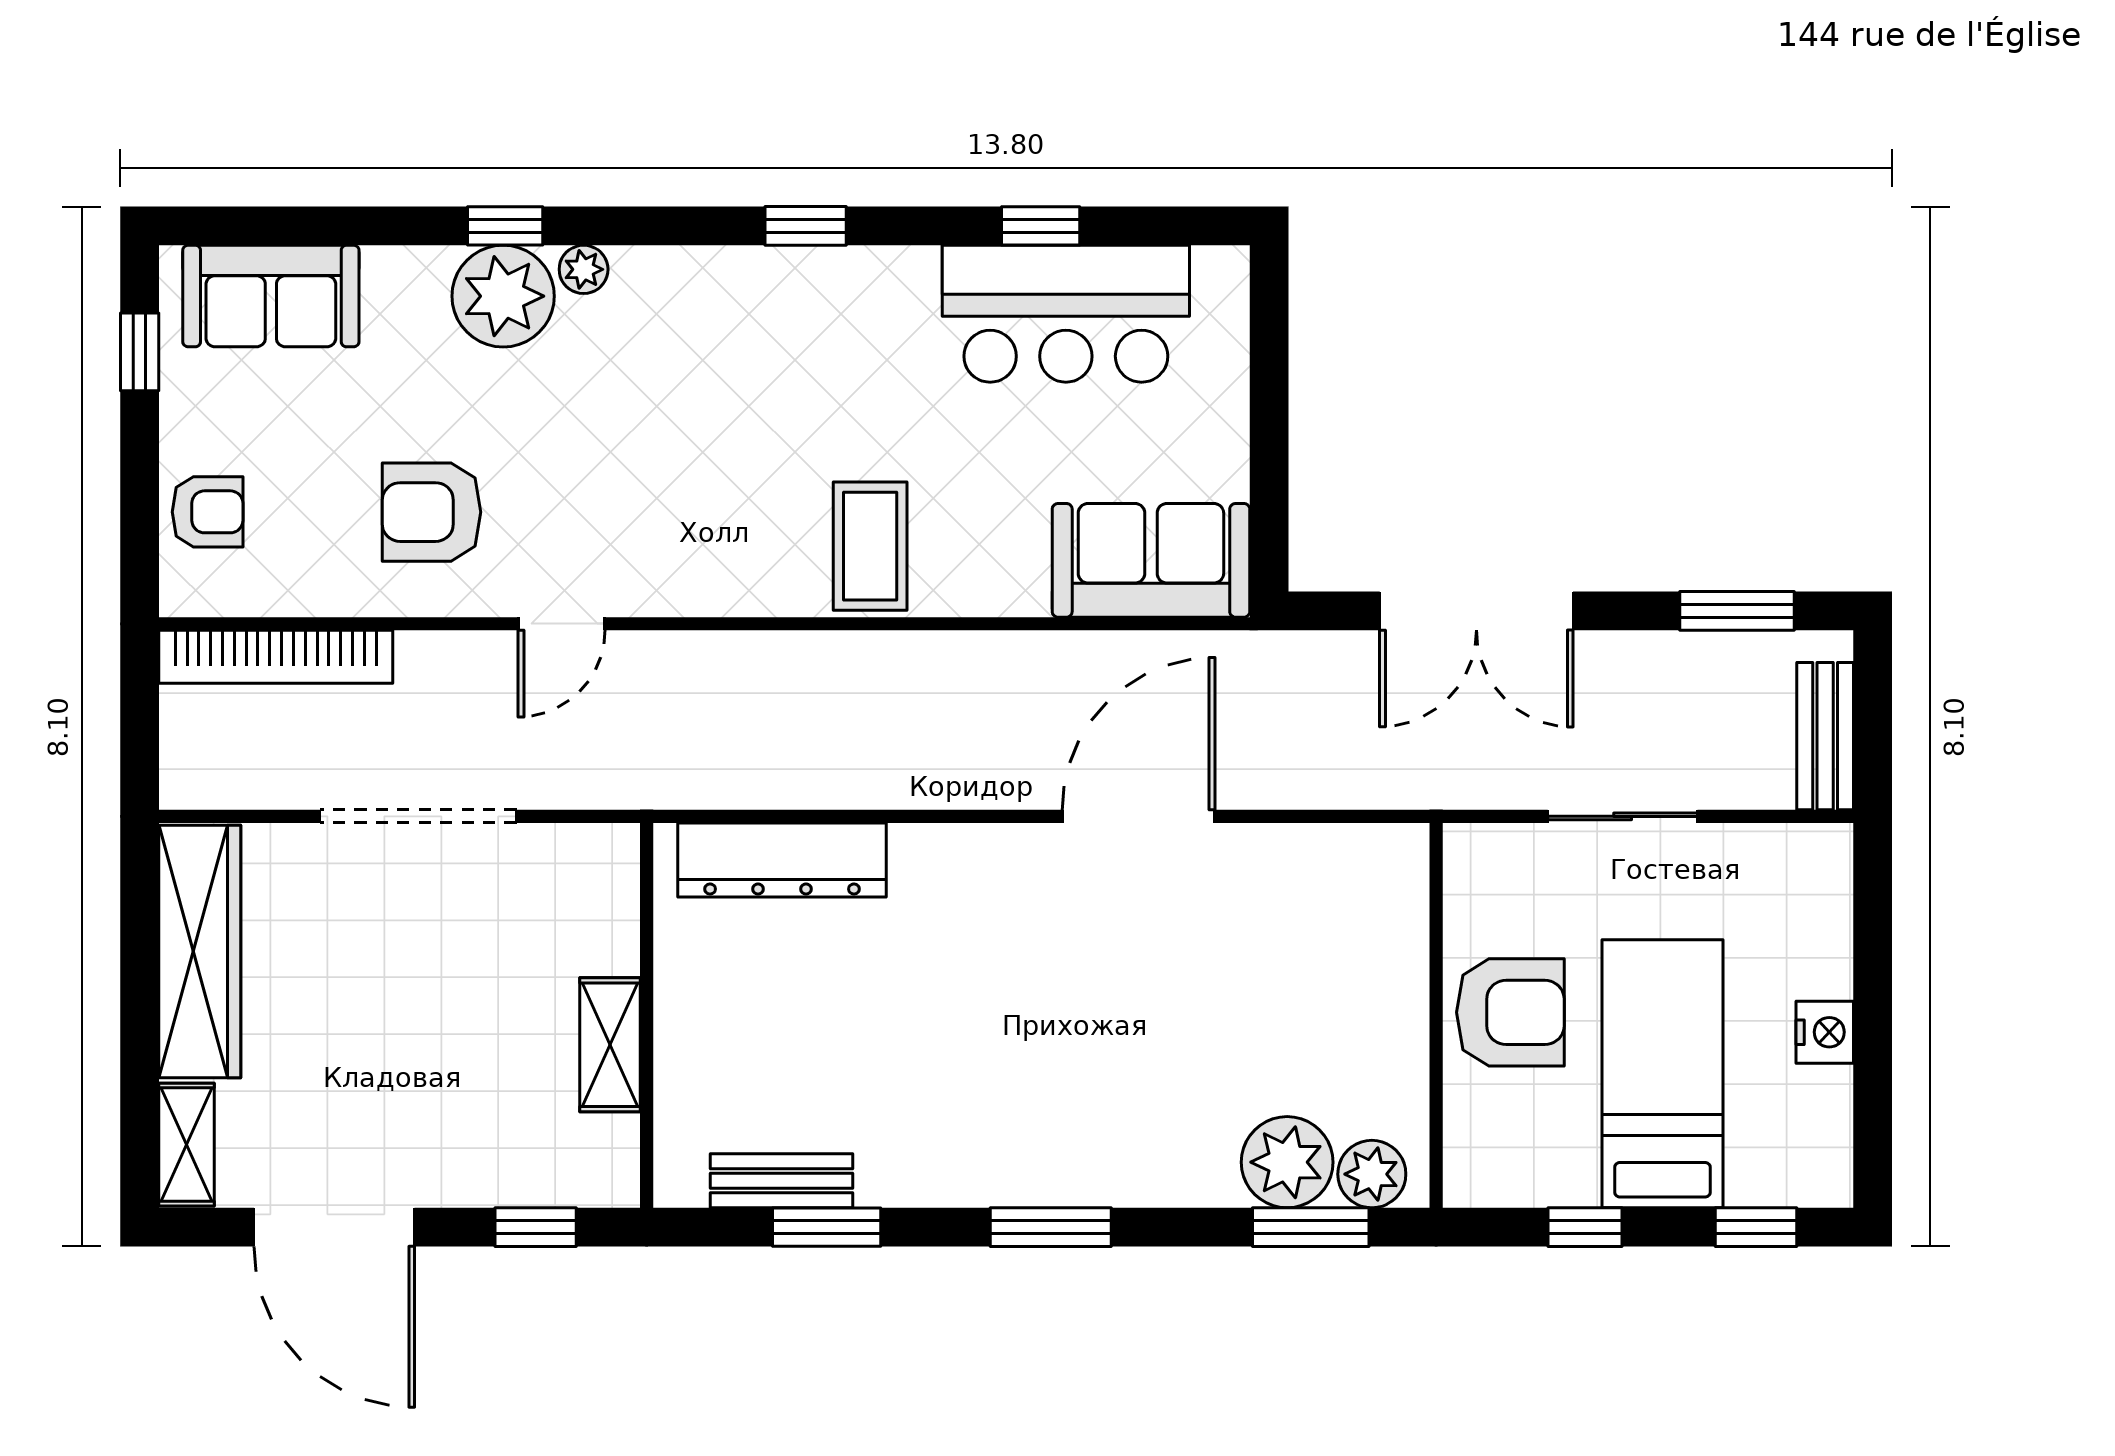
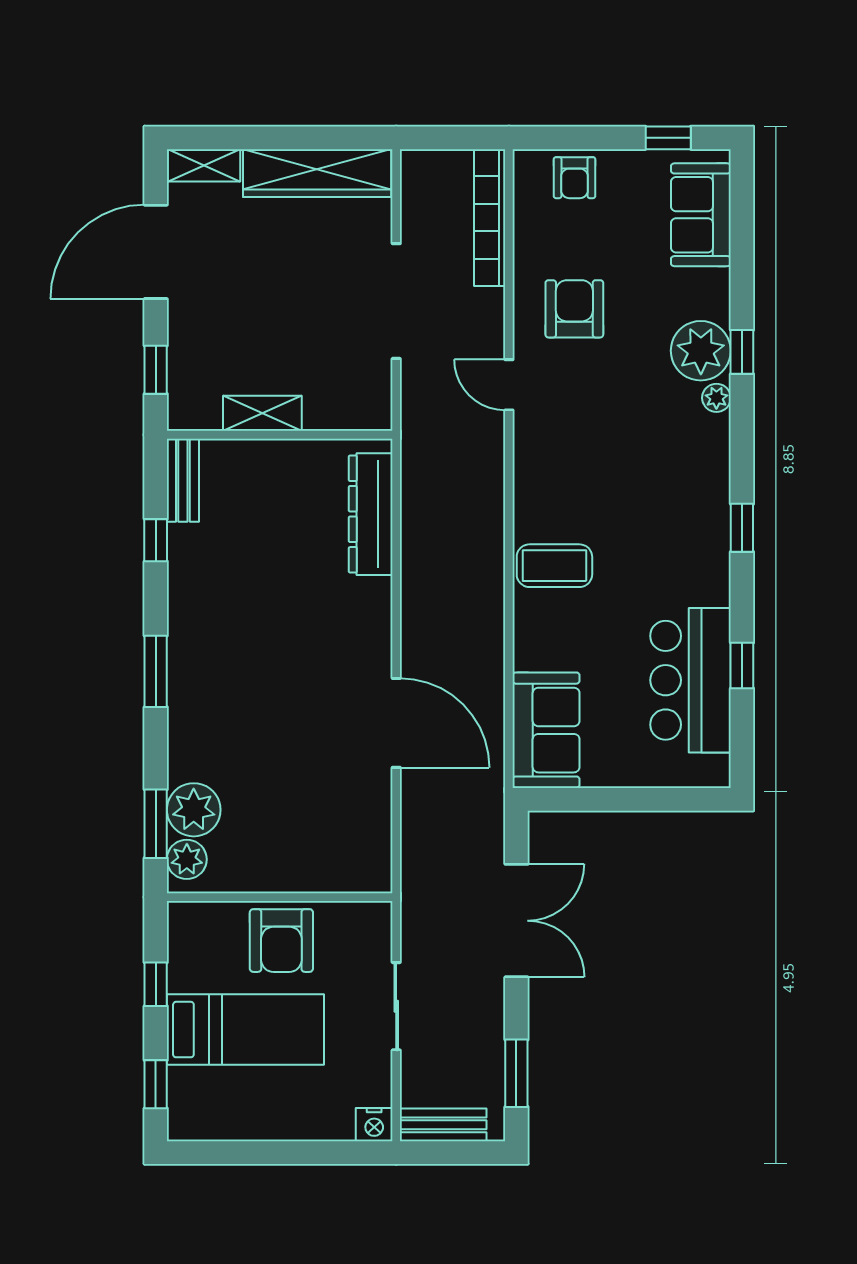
double door: (1476, 611) -> (516, 921), swing flipped
nightstand: (1825, 1032) -> (374, 1125), moved
bench: (782, 1181) -> (183, 480), moved
window: (827, 1227) -> (156, 540), width x0.67

